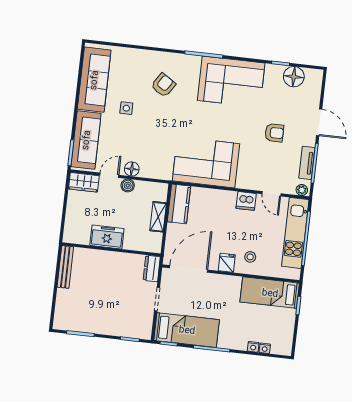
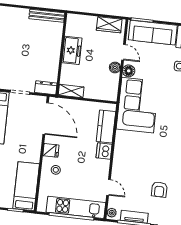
corner sofa: (206, 162) -> (138, 105), moved
wardrobe: (84, 182) -> (109, 25), moved, turned -90
door: (271, 194) -> (109, 187), swing flipped
dishwasher: (246, 201) -> (104, 151), moved
kitchen counter: (179, 204) -> (106, 126), moved, turned 90
shelving: (158, 217) -> (71, 91), moved

